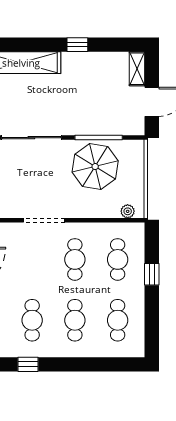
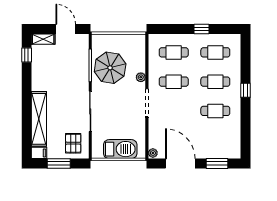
window: (77, 45) -> (27, 55), moved
plant: (128, 211) -> (141, 77), moved
window: (152, 274) -> (201, 29), moved
window: (28, 364) -> (245, 90), moved

